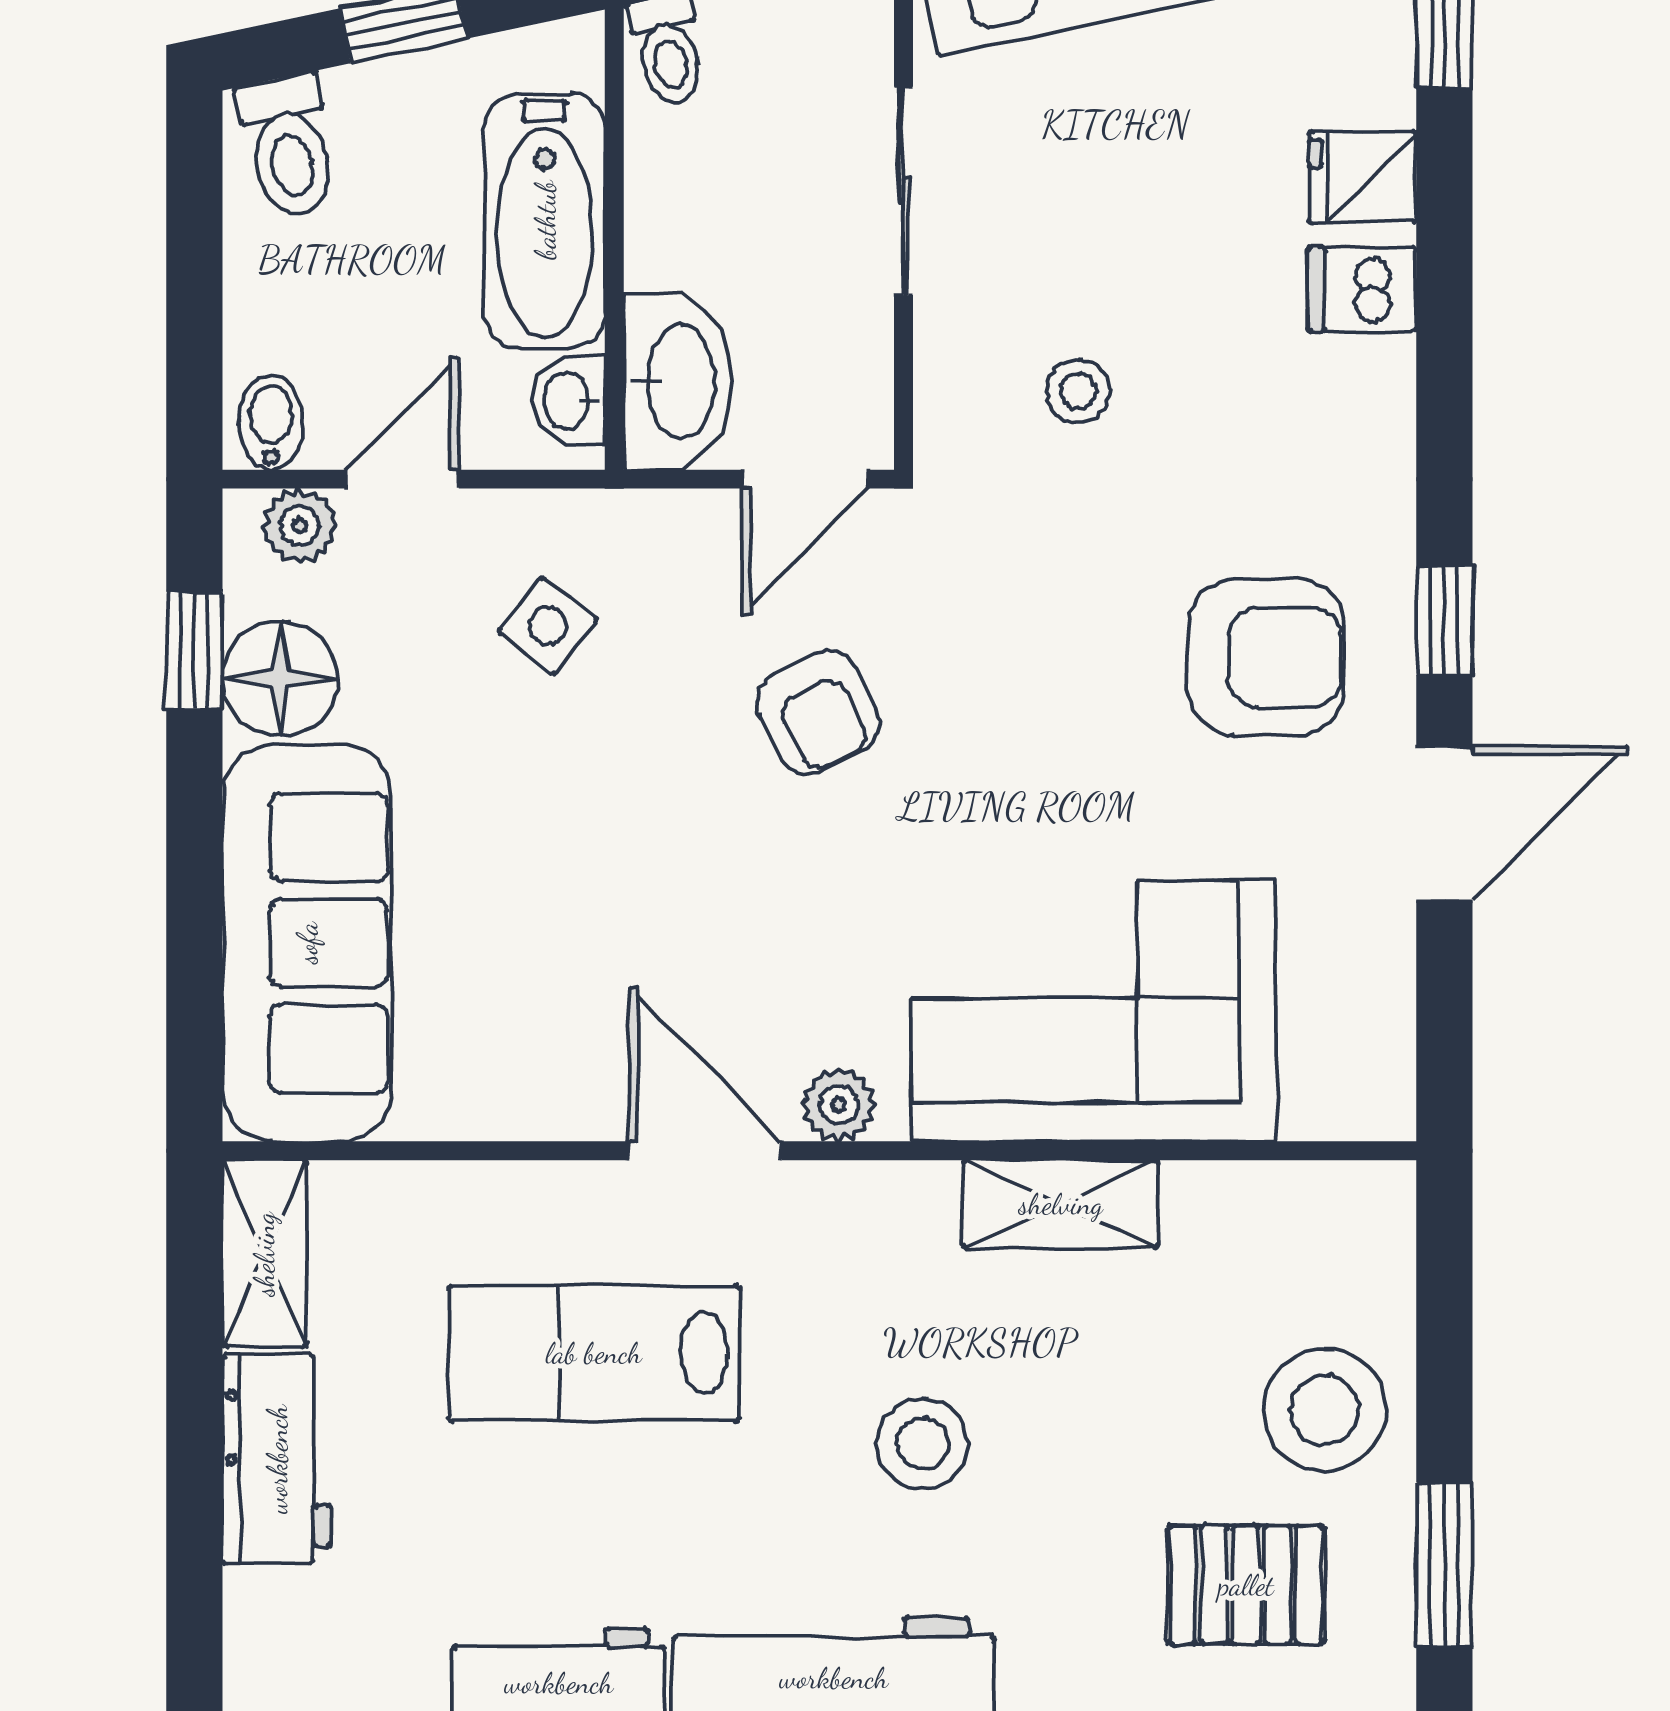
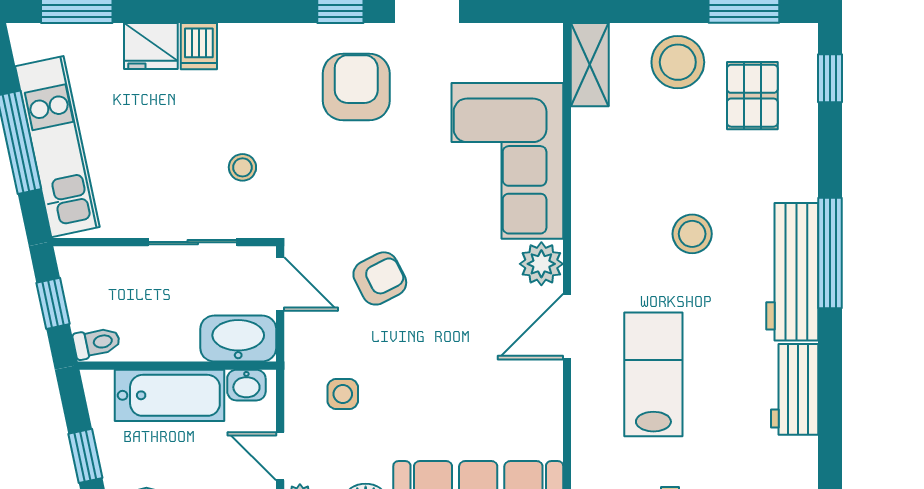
fridge: (1362, 177) -> (151, 46), width x1.38
sliding door: (903, 191) -> (193, 242), moved
side table: (548, 626) -> (343, 394), turned -38
plant: (839, 1105) -> (541, 264), width x1.38, depth x1.38
shelving: (1061, 1204) -> (590, 65), moved
lab bench: (594, 1353) -> (653, 374), turned 180

